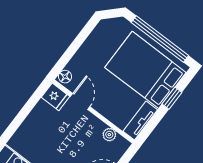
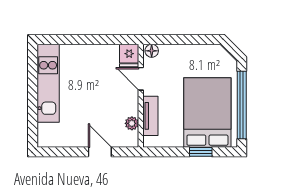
door: (80, 101) -> (141, 79), swing flipped
tv unit: (140, 121) -> (150, 116), moved, turned 90

